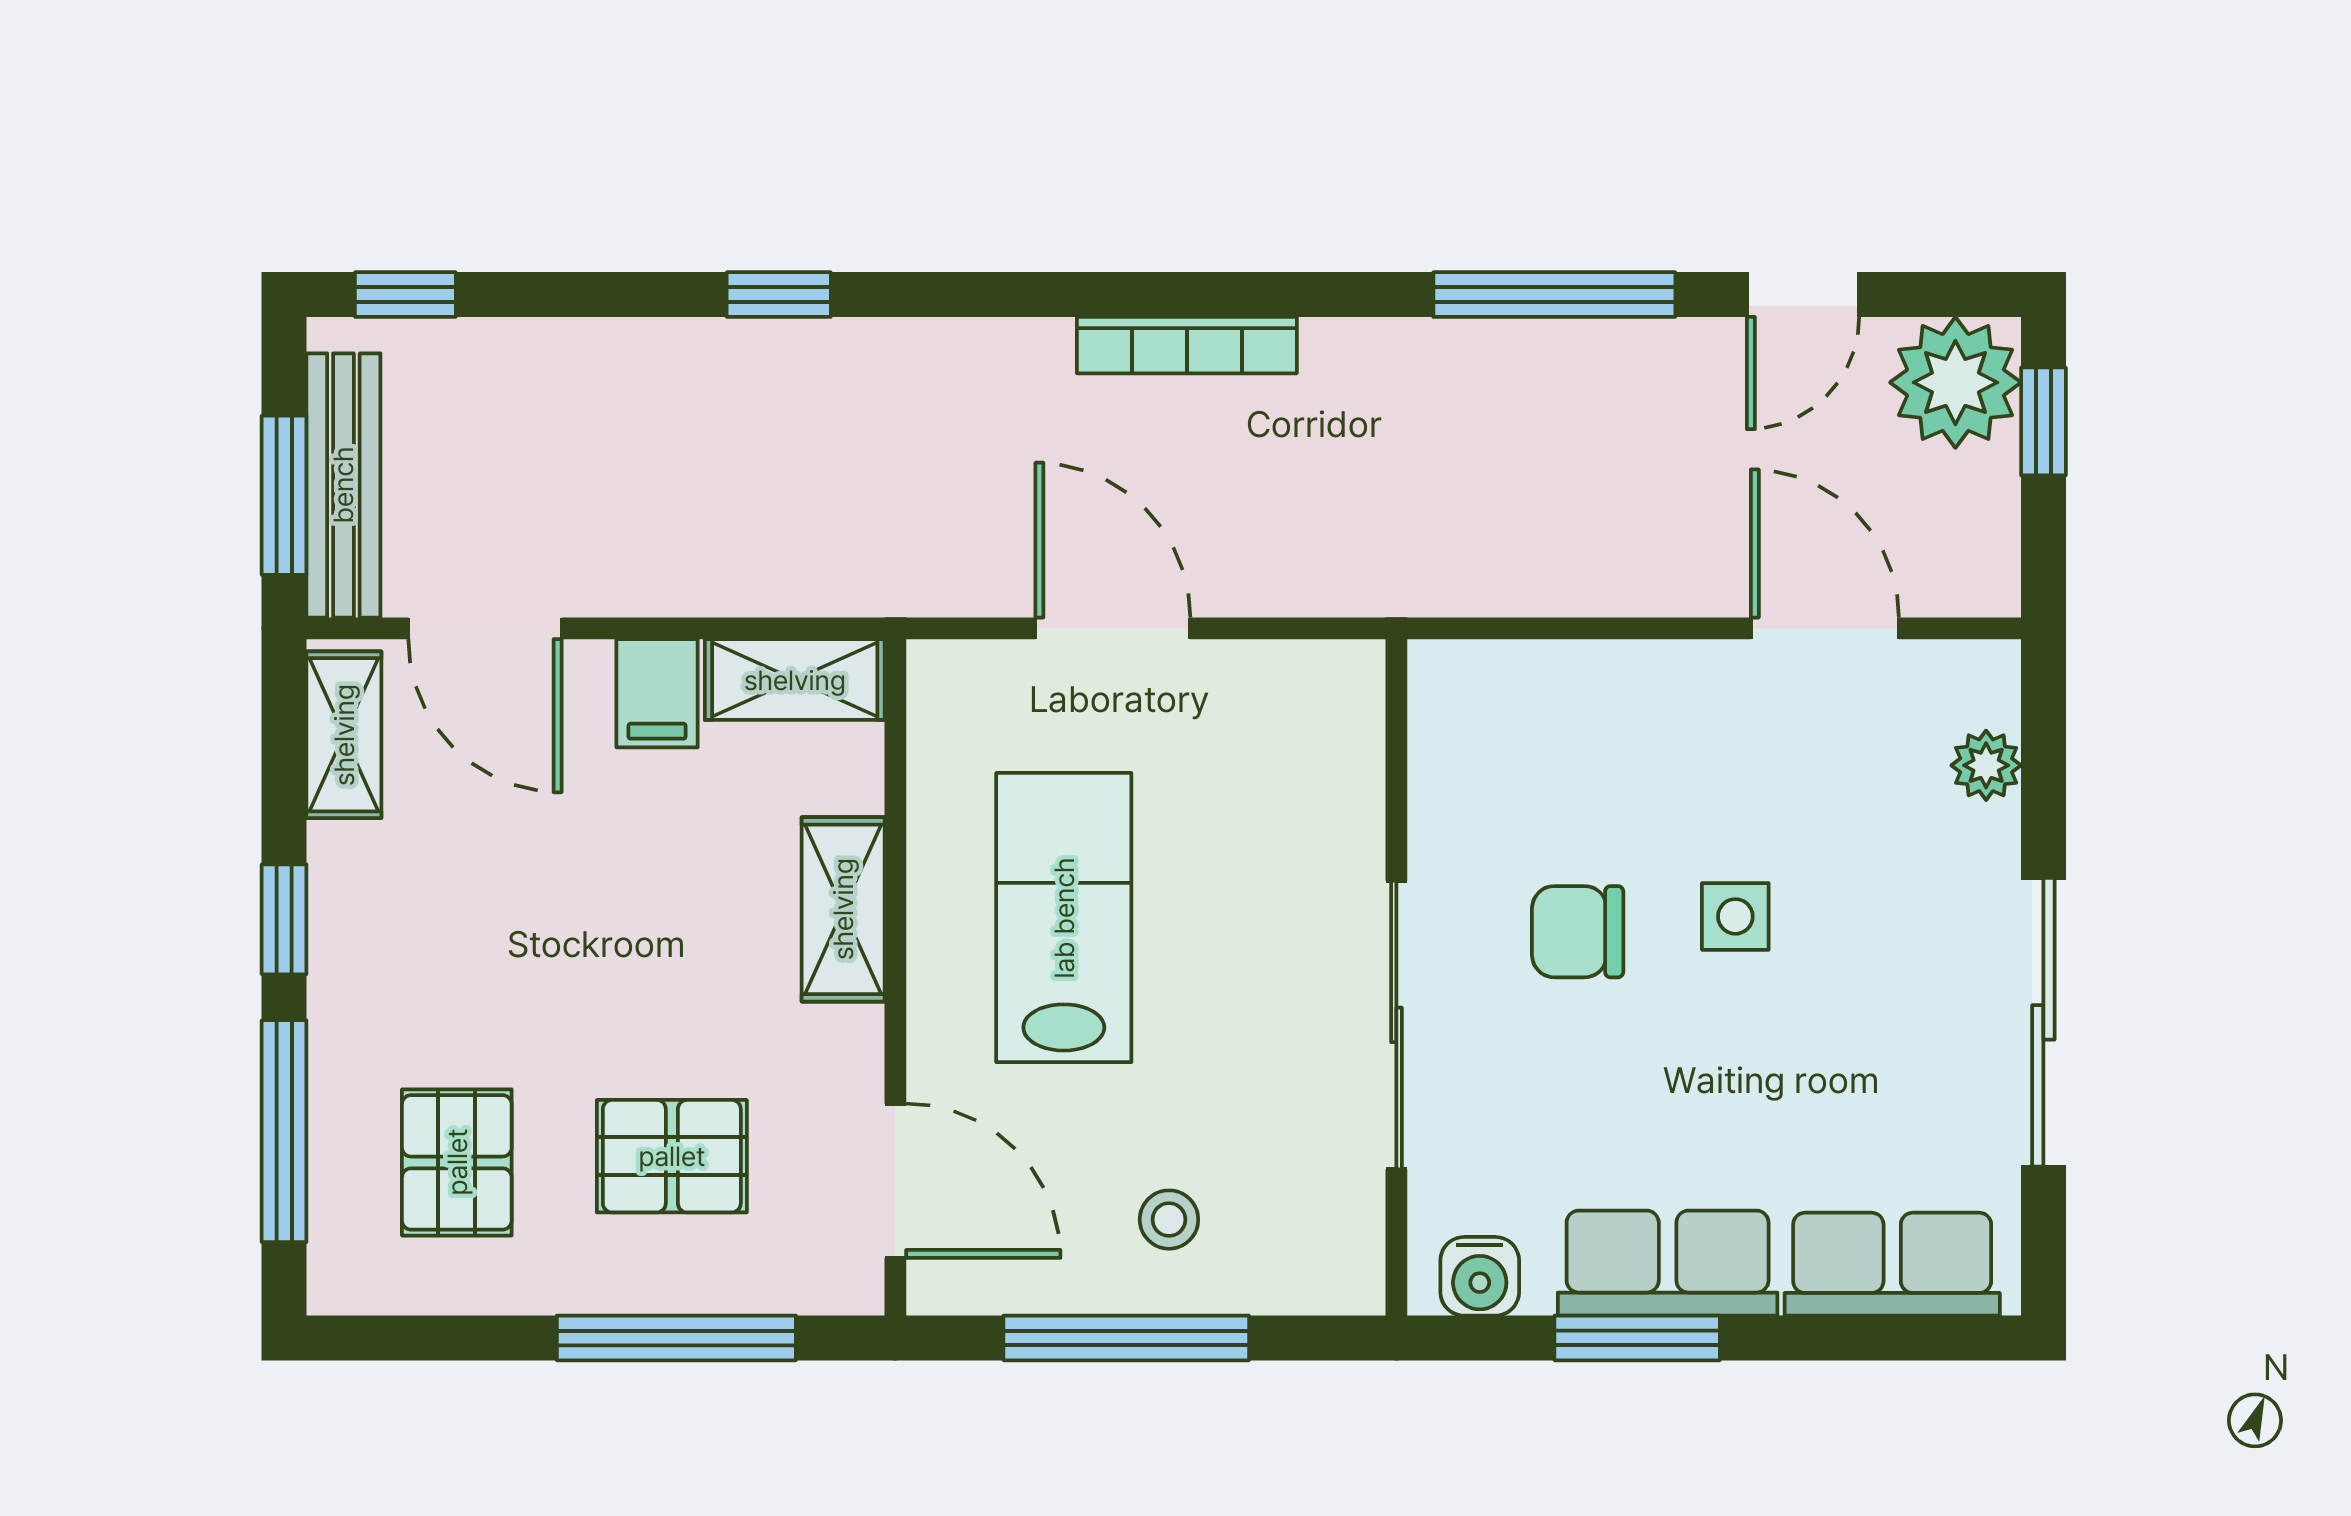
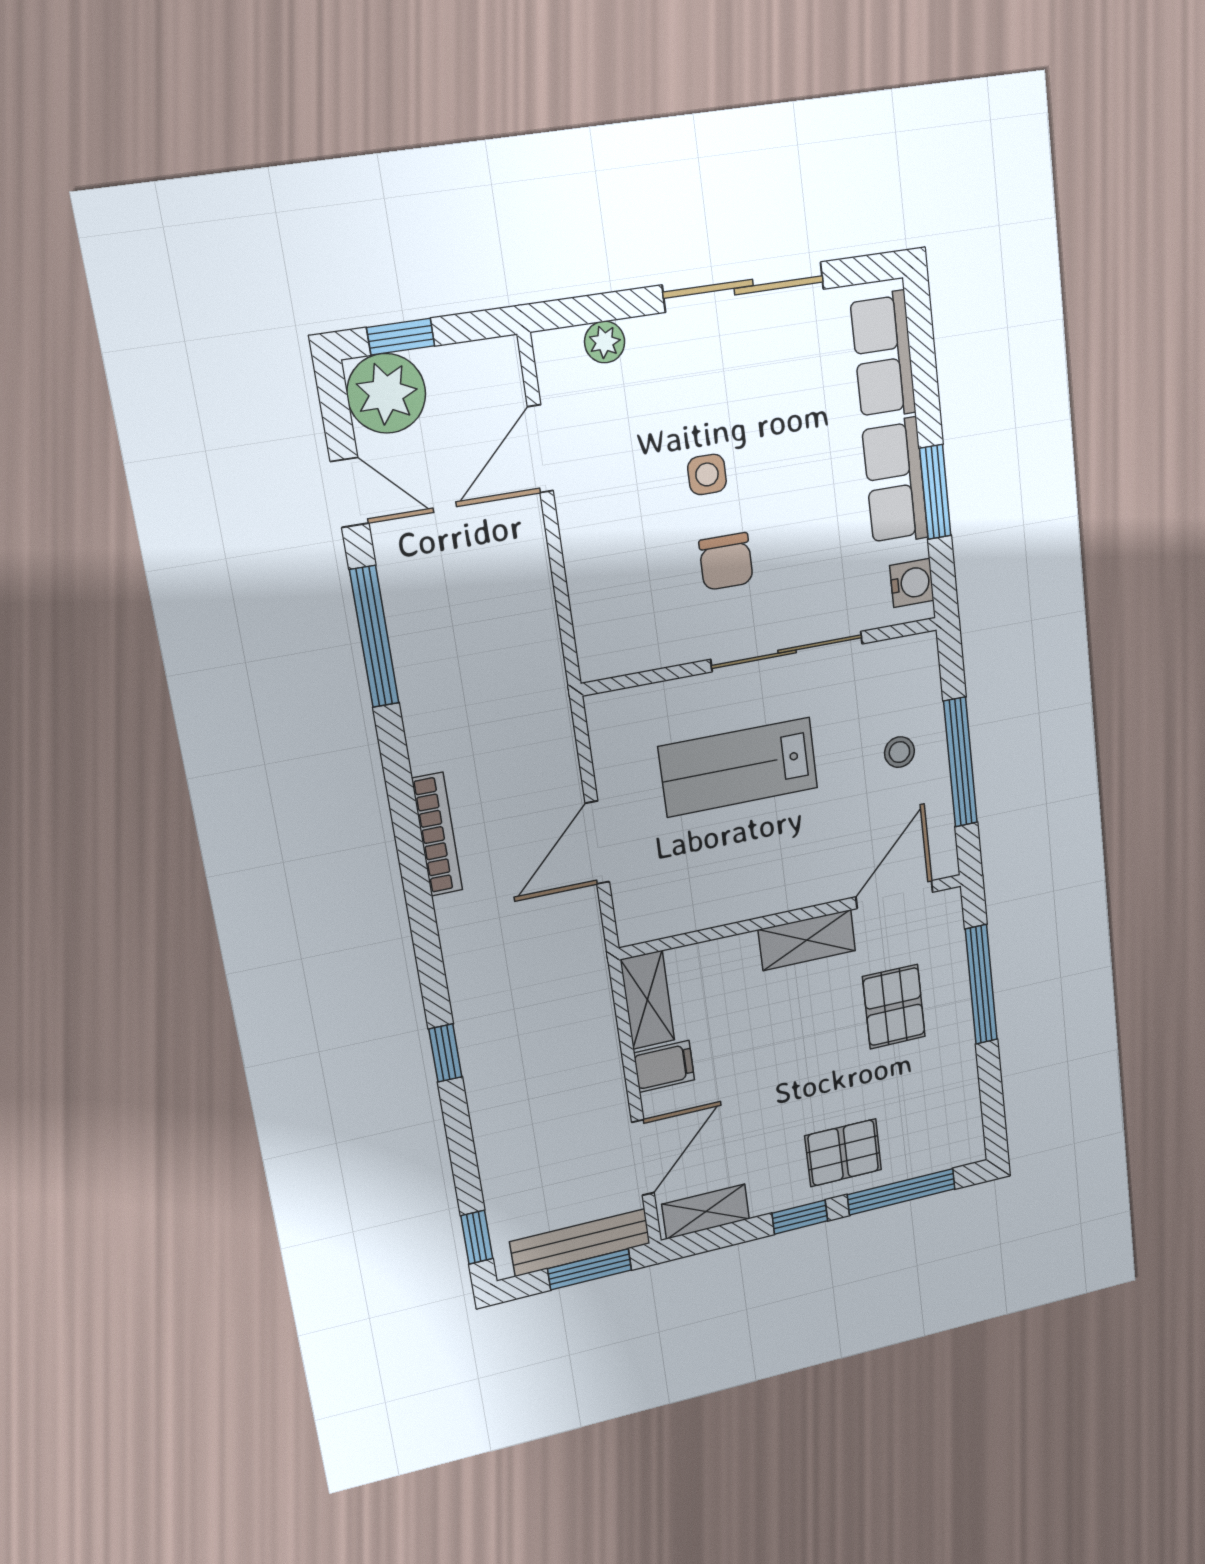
shelving: (843, 909) -> (807, 940), moved
lab bench: (1064, 918) -> (738, 767), moved
pallet: (457, 1162) -> (843, 1153), moved

